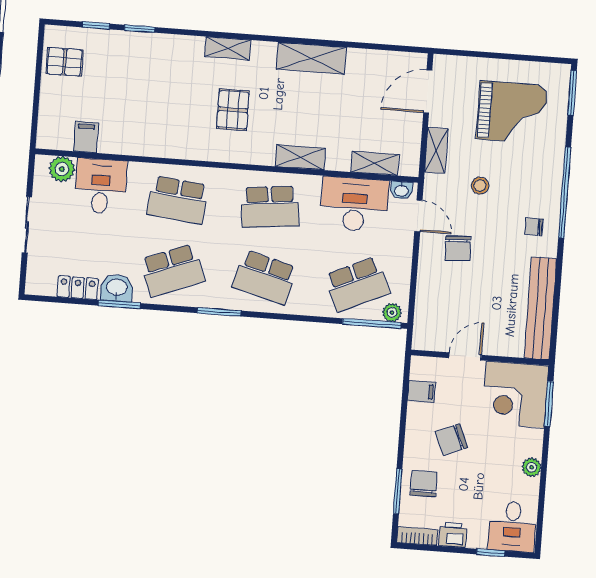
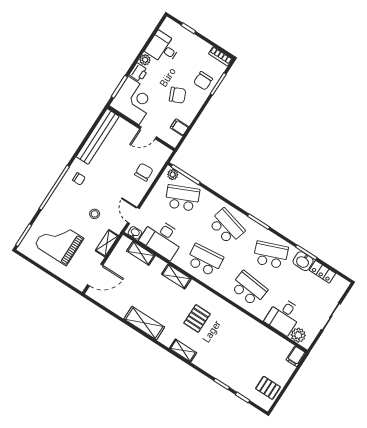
filing cabinet: (86, 137) -> (296, 356), moved
chair: (458, 248) -> (144, 172), moved
desk: (512, 526) -> (163, 48), moved, turned -90
printer: (453, 535) -> (139, 72), moved, turned -90

